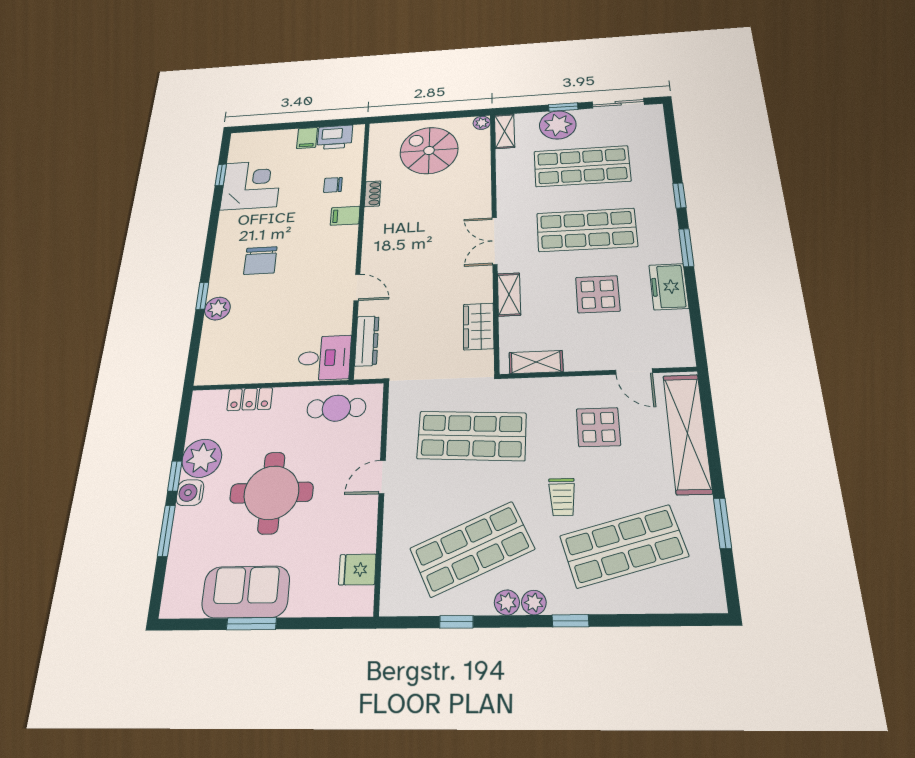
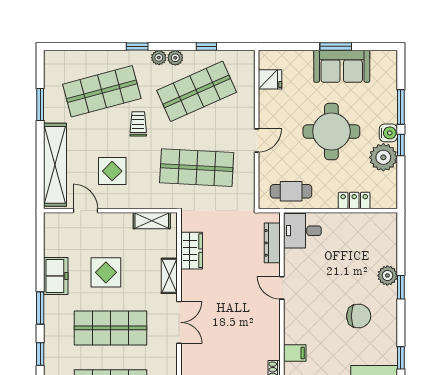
window: (214, 218) -> (401, 358), added
chair: (260, 261) -> (359, 316), turned 90

